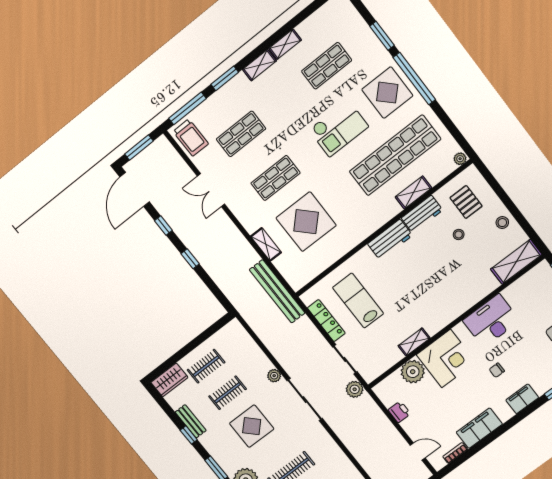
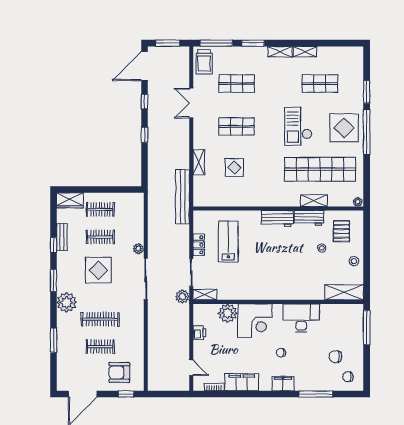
checkout: (339, 128) -> (298, 126), turned 90
display table: (306, 222) -> (234, 168), width x0.54, depth x0.54
locker: (326, 321) -> (199, 245), width x0.66
shelving: (414, 342) -> (205, 295), moved

